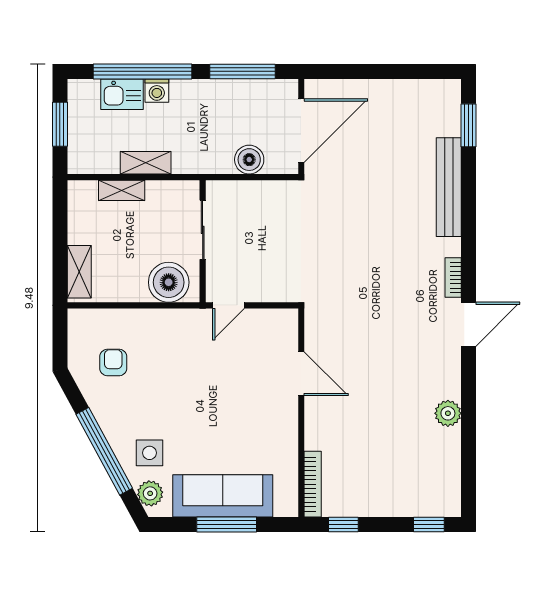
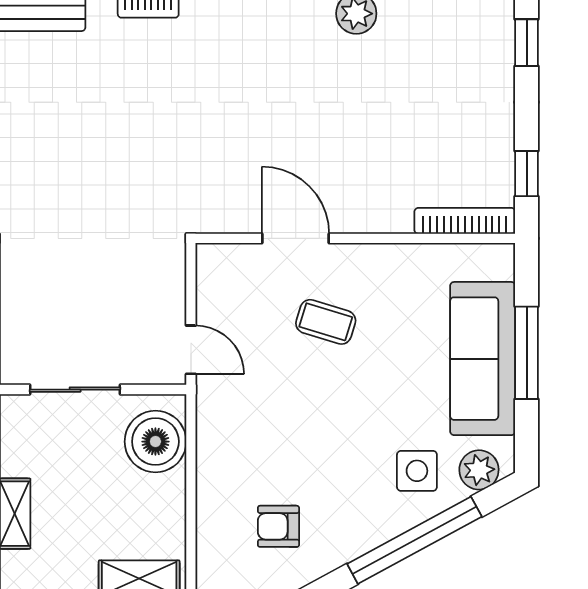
door: (301, 374) -> (296, 238), hinge flipped
coffee table: (247, 393) -> (326, 322), added

